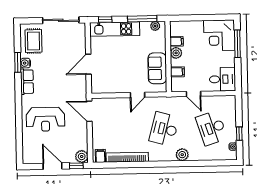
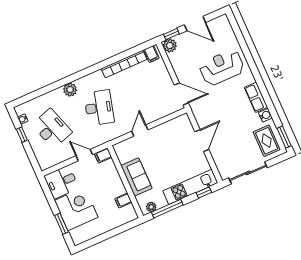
corner desk: (219, 35) -> (76, 209), moved
window: (237, 44) -> (61, 224), width x0.69
plant: (176, 53) -> (119, 189), removed
window: (18, 62) -> (284, 137), moved
sofa: (157, 68) -> (136, 177), moved
filing cabinet: (177, 72) -> (103, 155), moved

